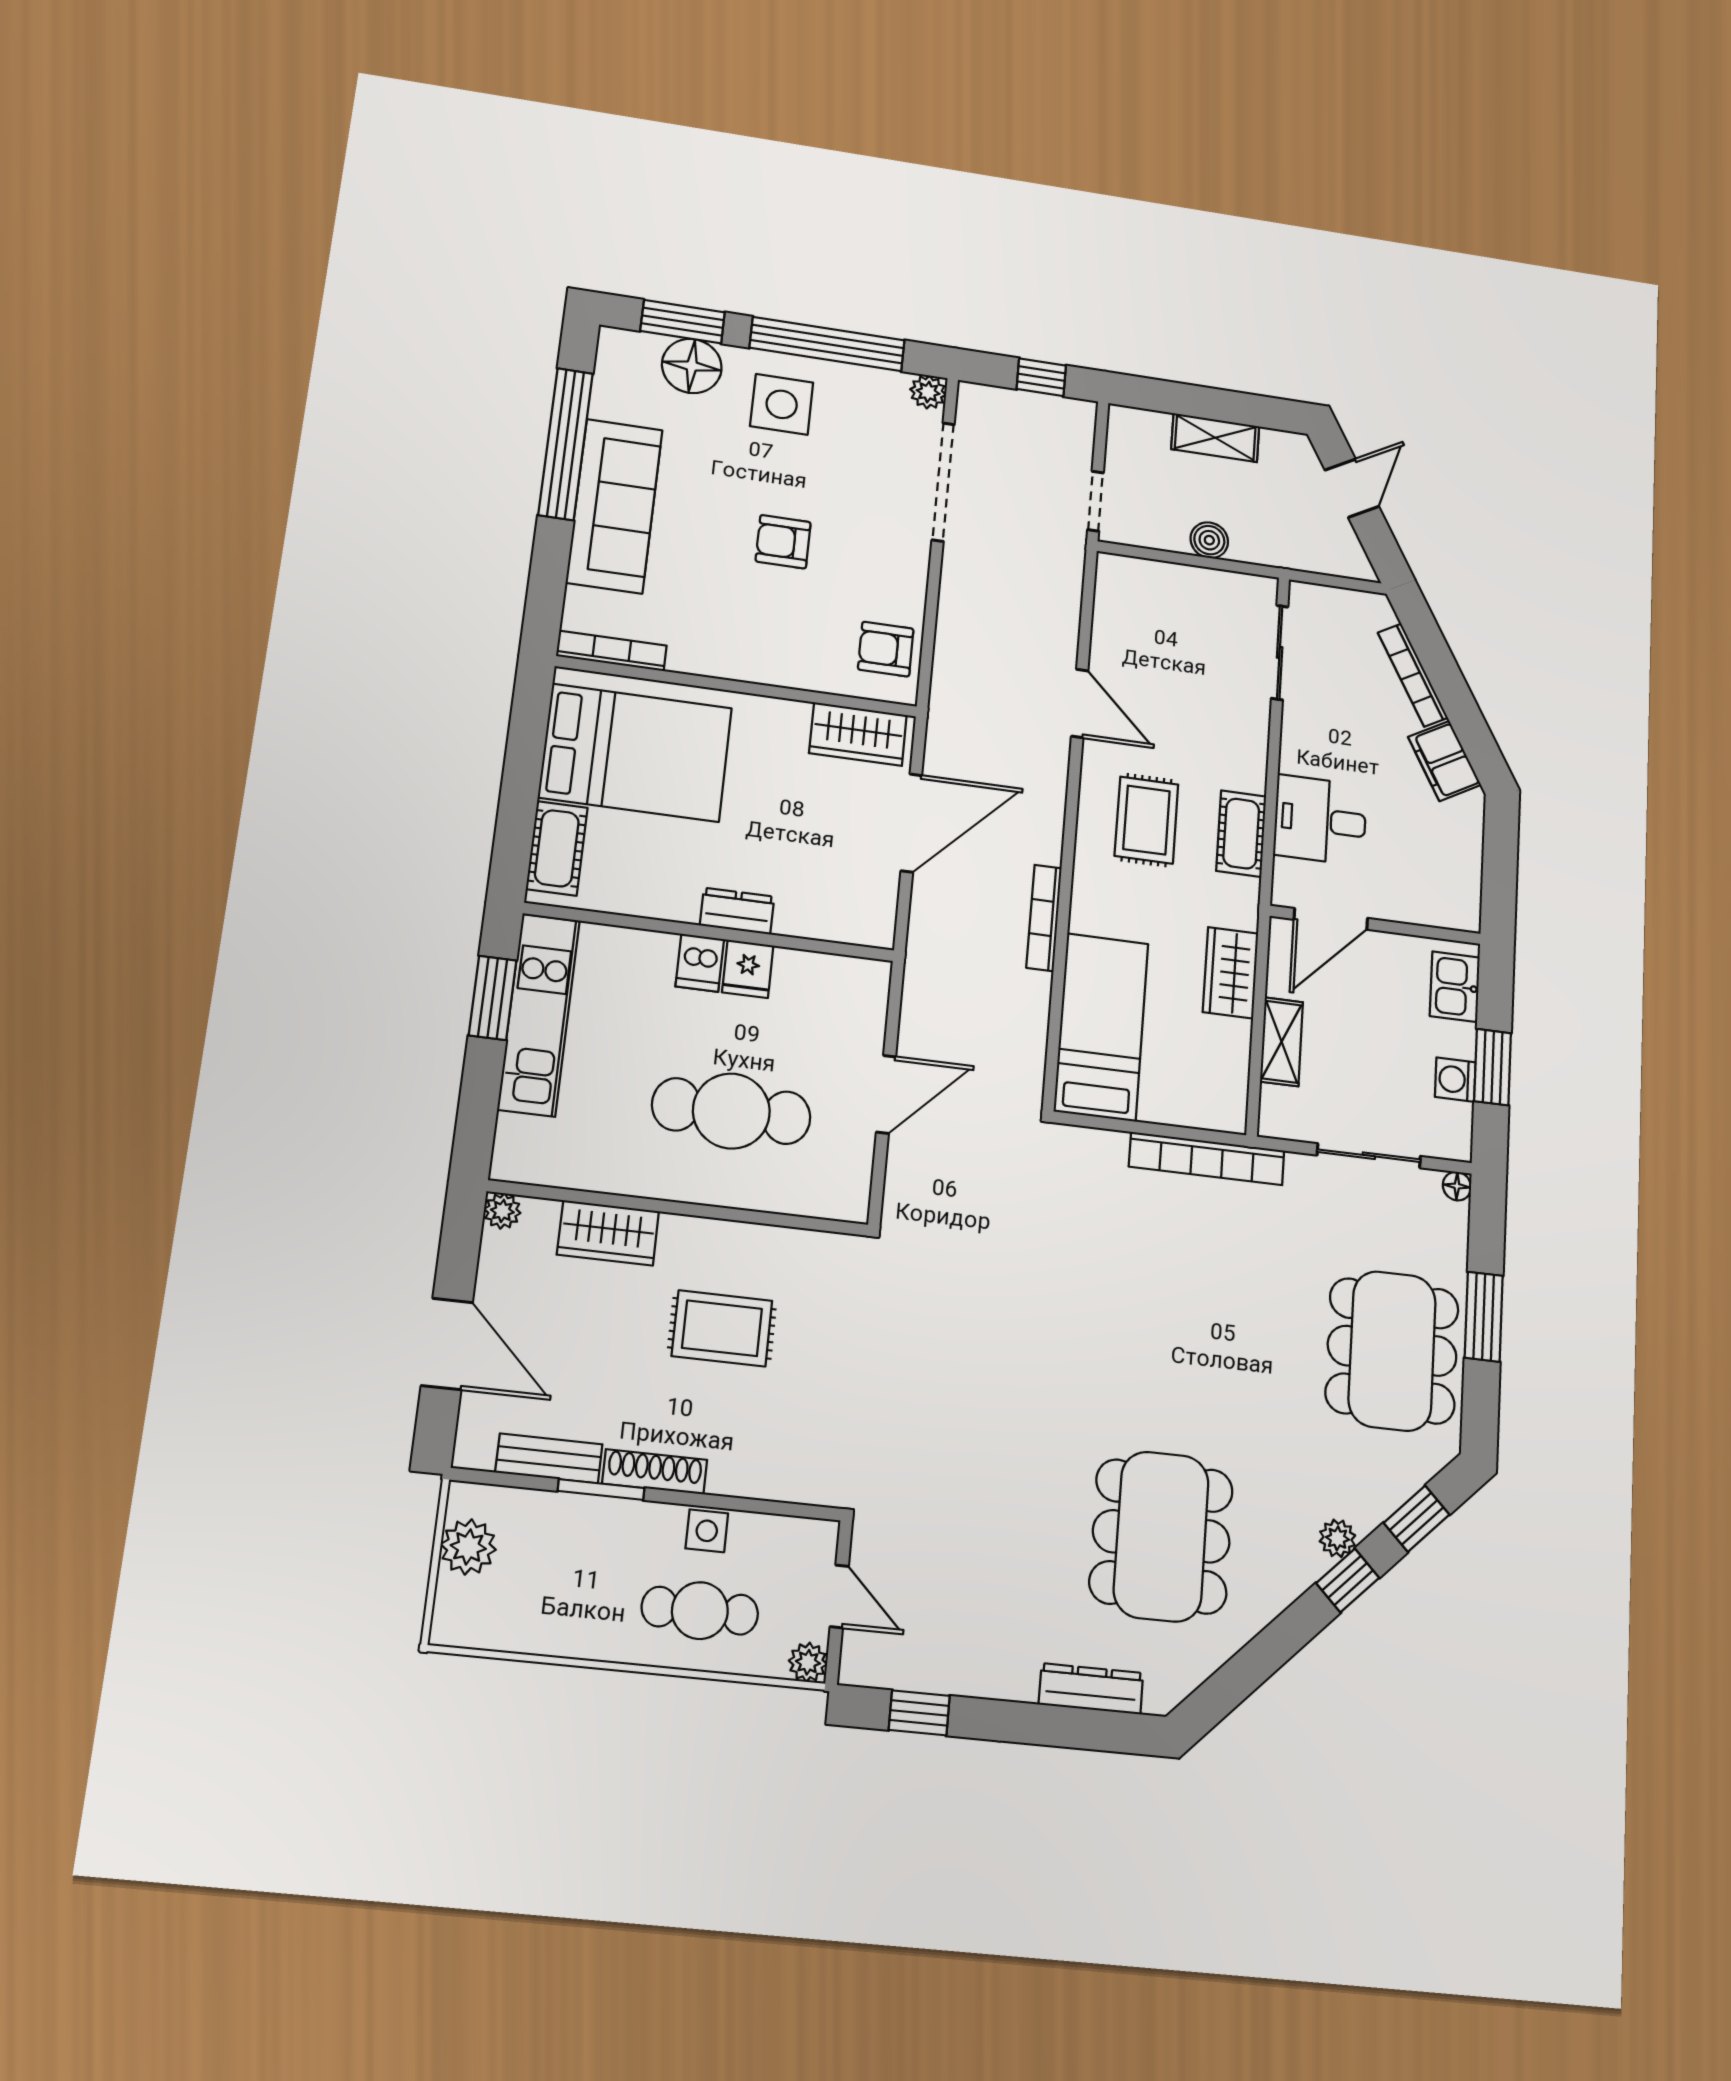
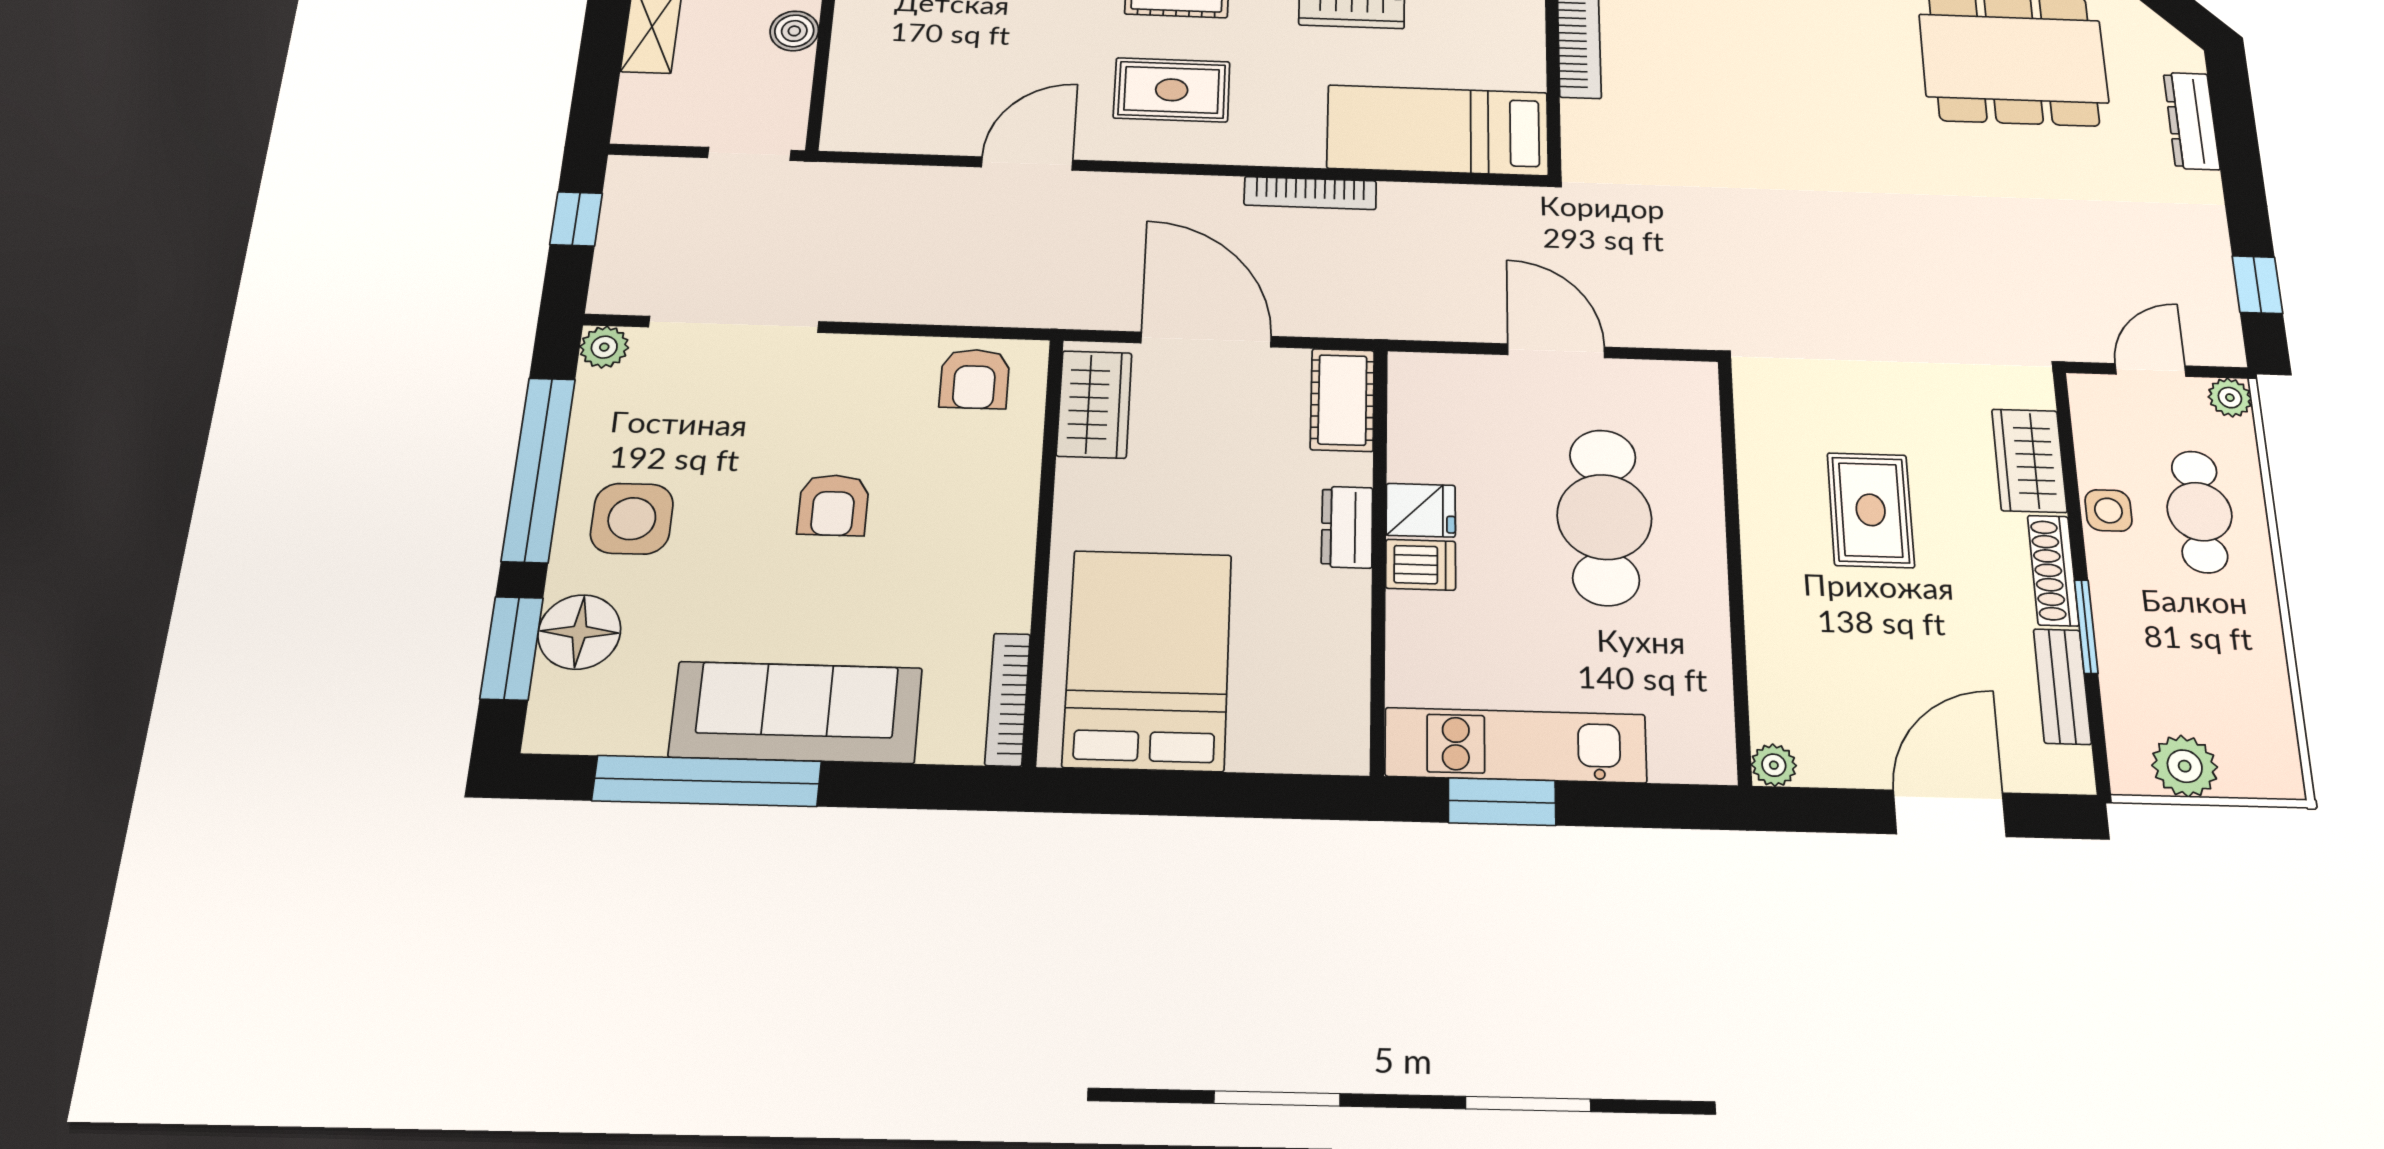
cot: (557, 848) -> (1342, 400), moved, turned 90
wardrobe: (608, 1233) -> (2029, 461), moved, turned 180

